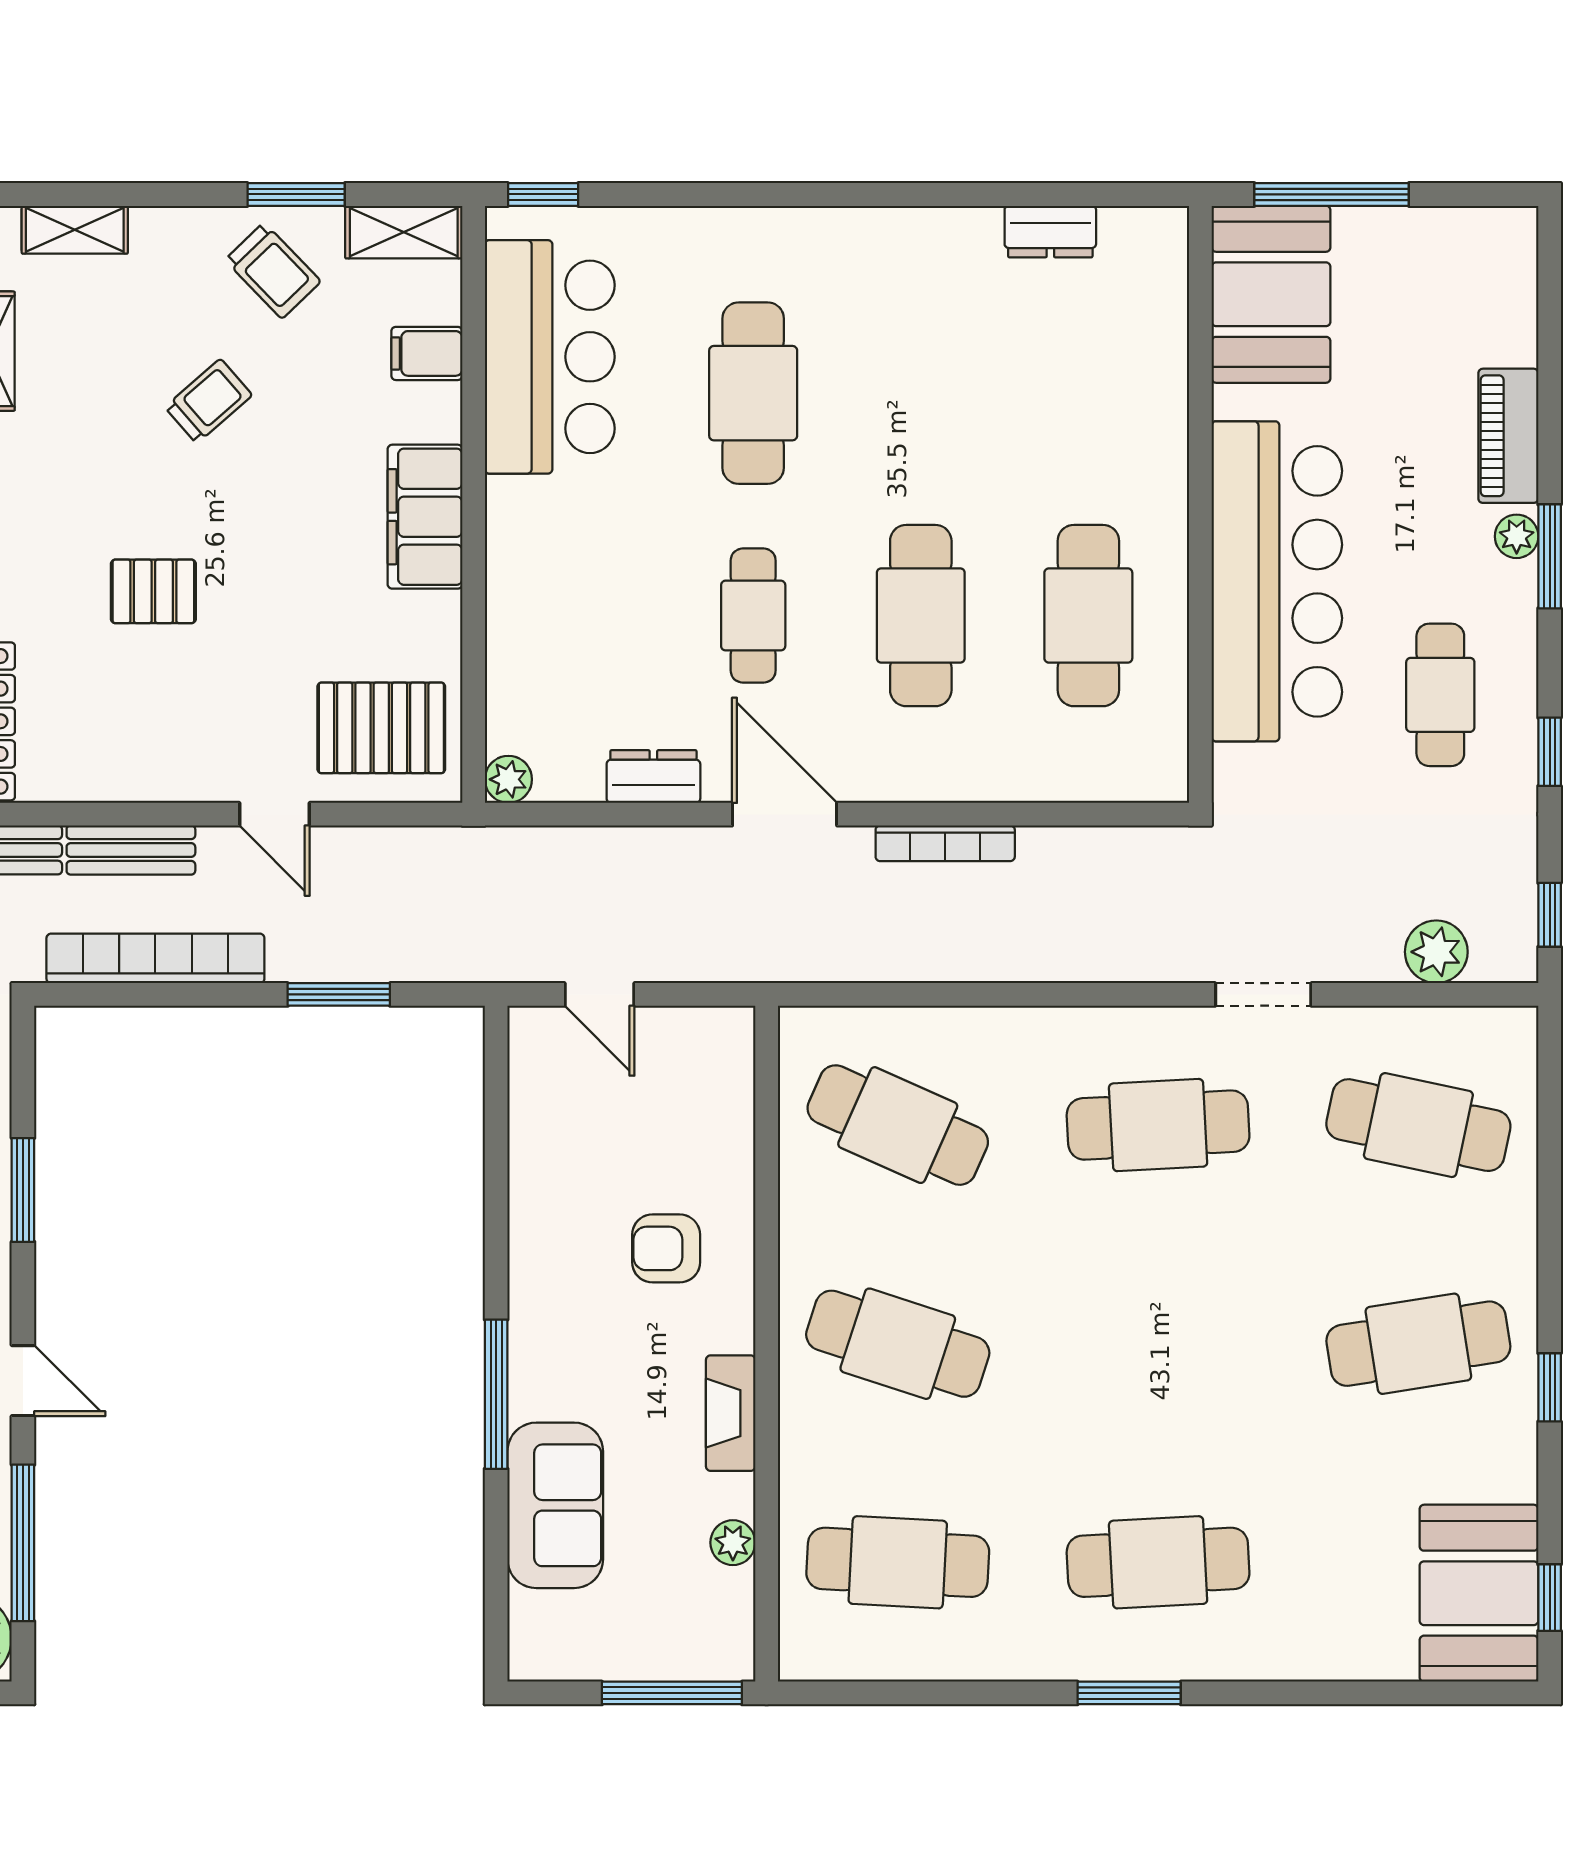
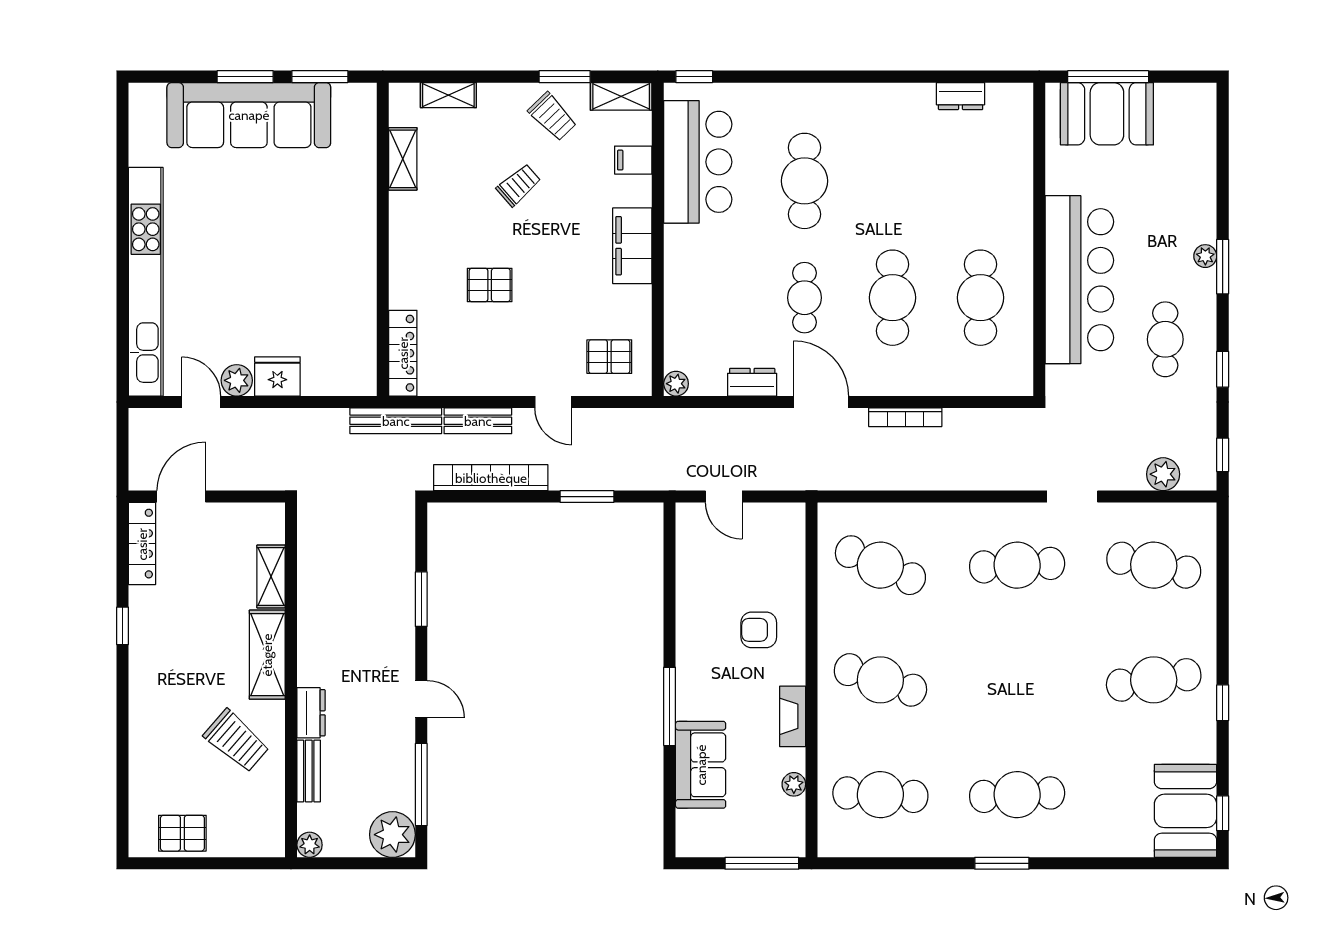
booth: (1271, 294) -> (1107, 114), moved, turned 90
piano: (1508, 436) -> (1201, 203), removed
pallet: (381, 728) -> (609, 357), width x0.67, depth x0.71

